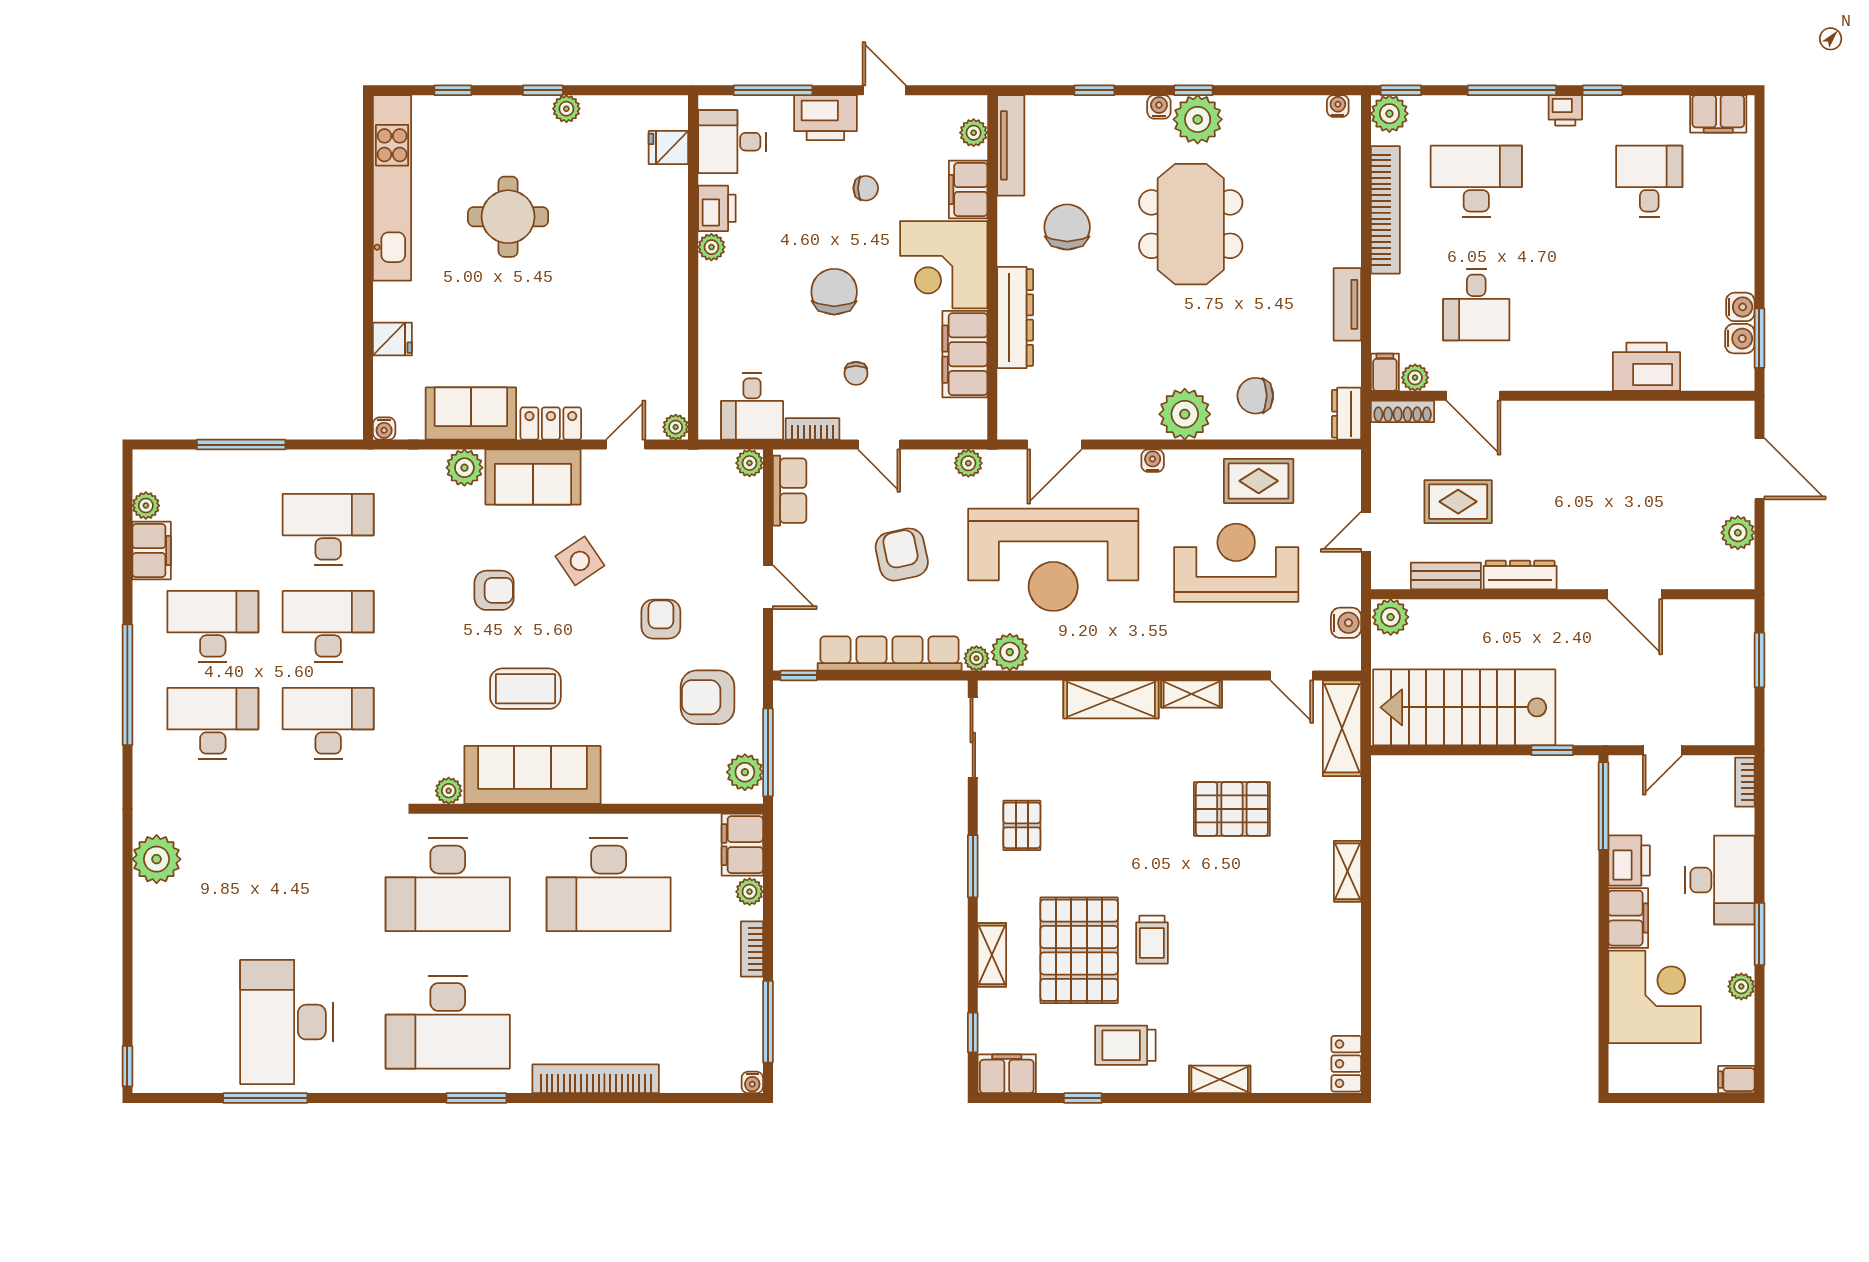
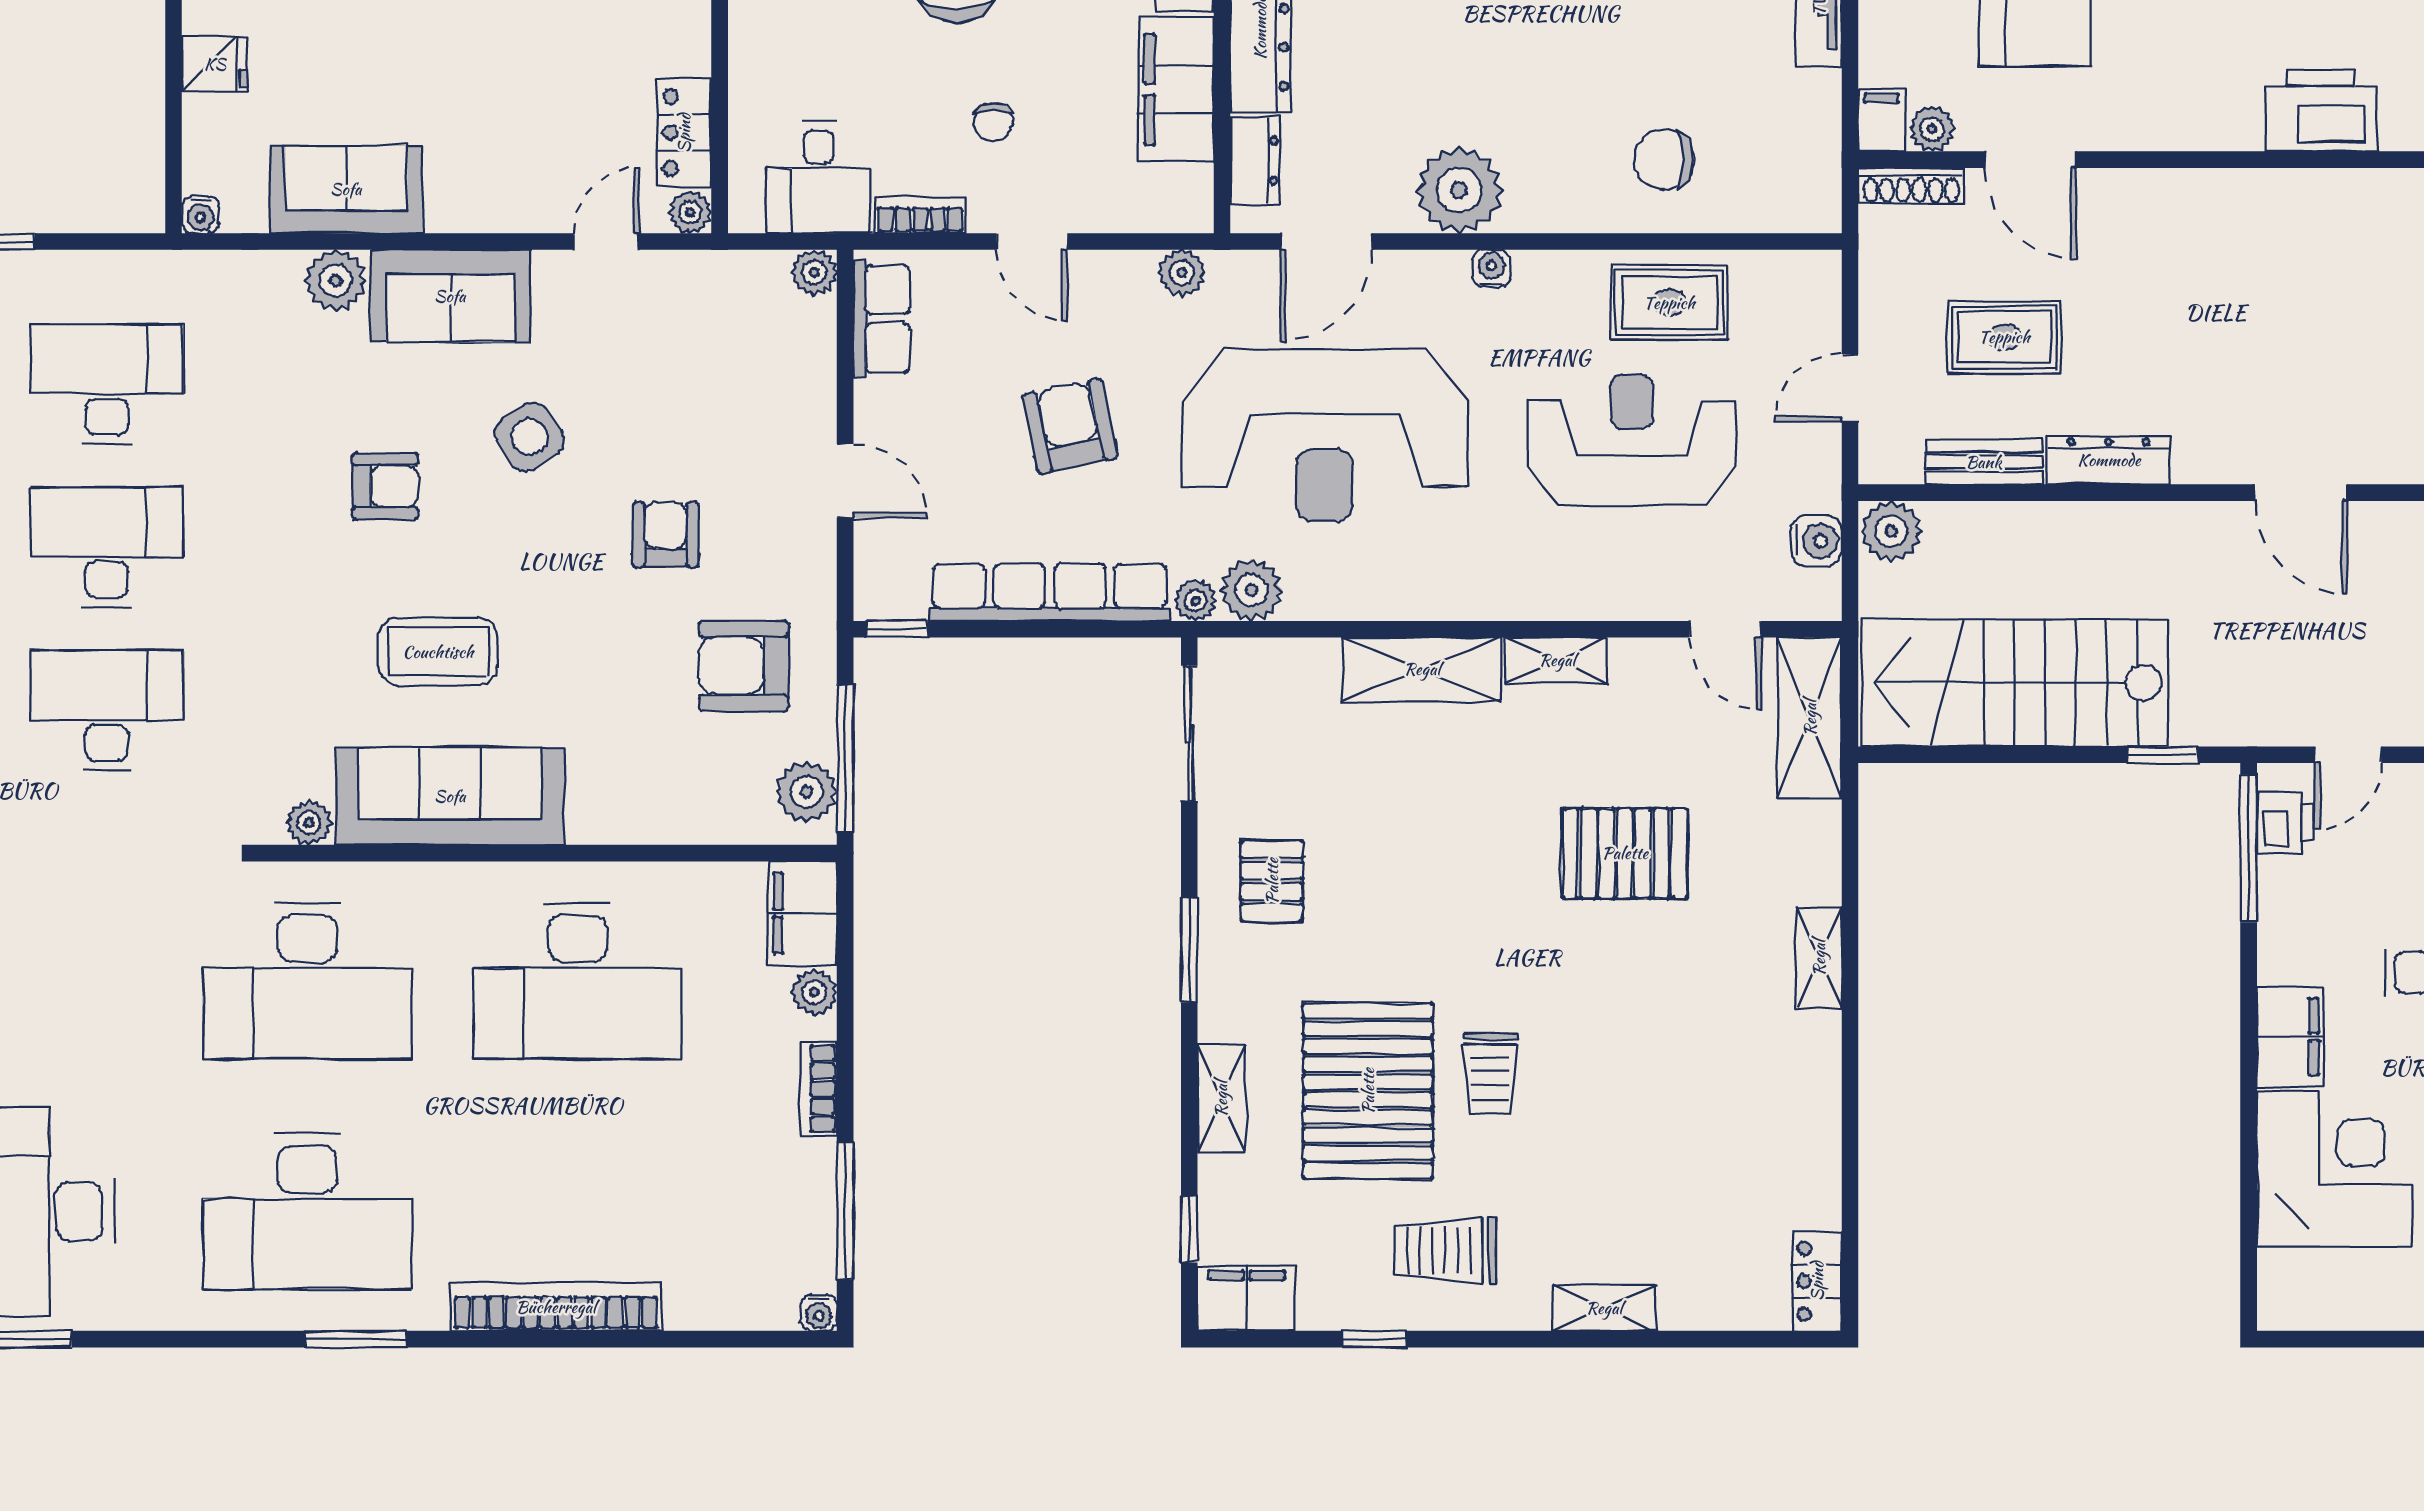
plant: (1185, 414) -> (1459, 190), moved
dresser: (1347, 414) -> (1255, 161), moved, turned 180
locker: (551, 424) -> (684, 133), moved, turned -90
printer: (1629, 860) -> (2285, 823), moved, width x0.73, depth x0.81

